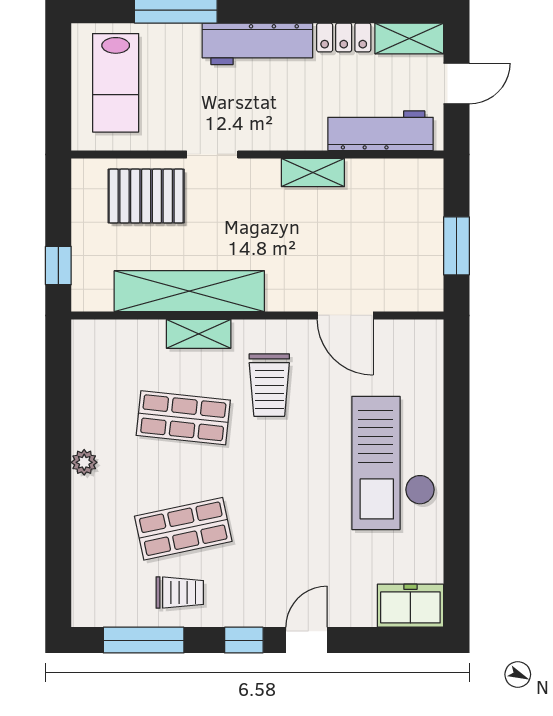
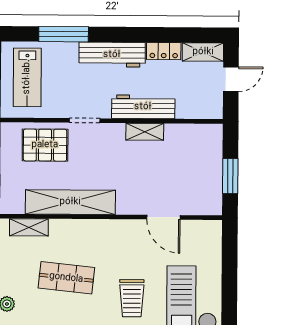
workbench: (380, 131) -> (143, 107), moved
shelving: (199, 334) -> (29, 227), moved
trolley: (269, 385) -> (132, 298), moved

